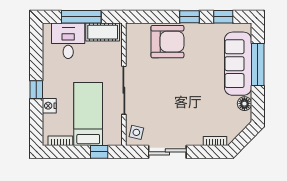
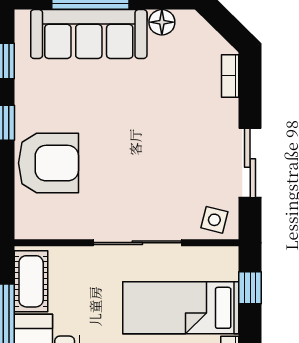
armchair: (167, 42) -> (48, 163), turned 90

